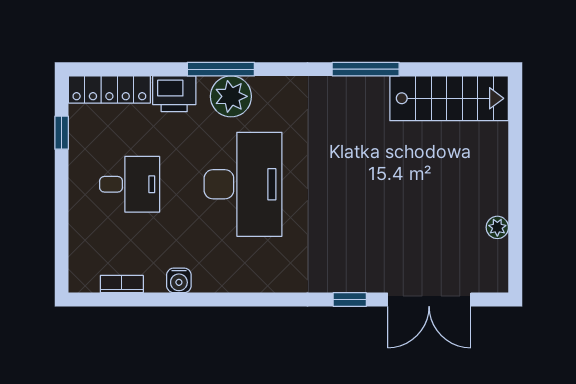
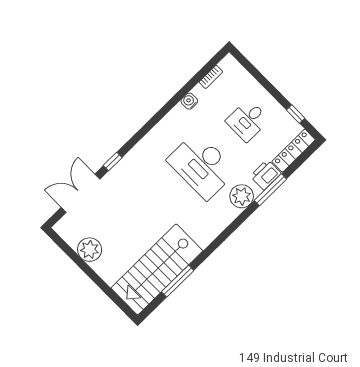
window: (221, 69) -> (270, 190), moved
window: (366, 69) -> (178, 281), moved
stairs: (449, 98) -> (157, 269), width x1.36, depth x1.51
plant: (497, 227) -> (90, 250), width x1.88, depth x1.88

